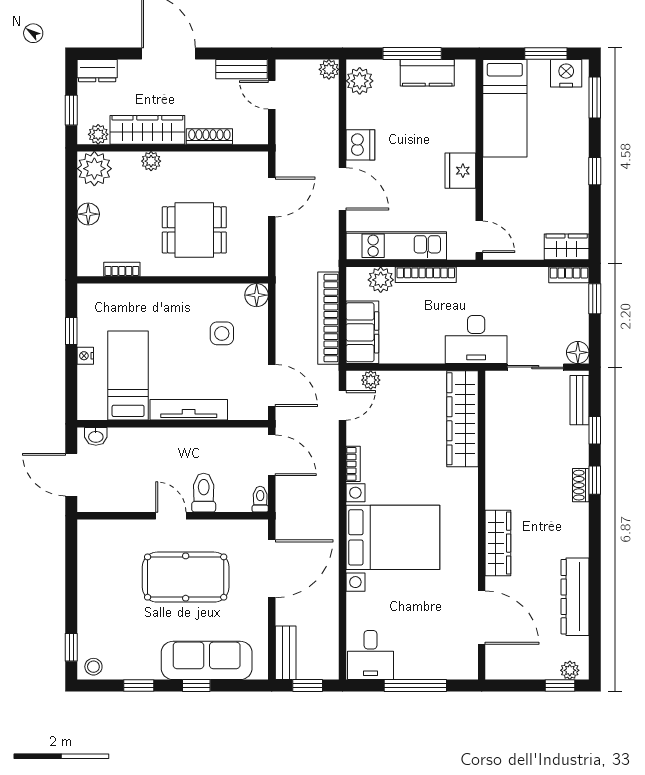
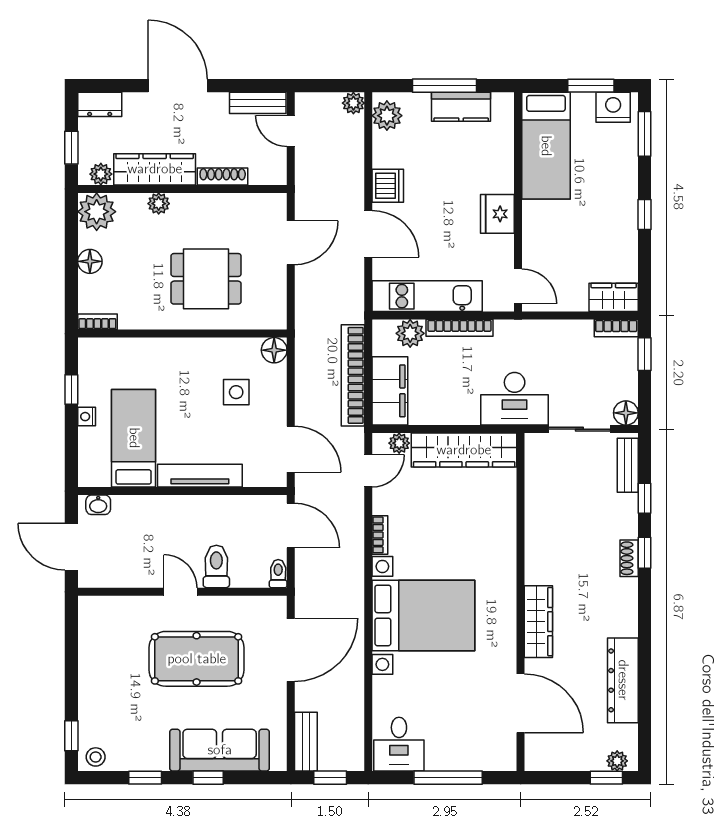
bookcase: (122, 269) -> (97, 322), moved
wardrobe: (463, 419) -> (464, 450), moved, turned -90

